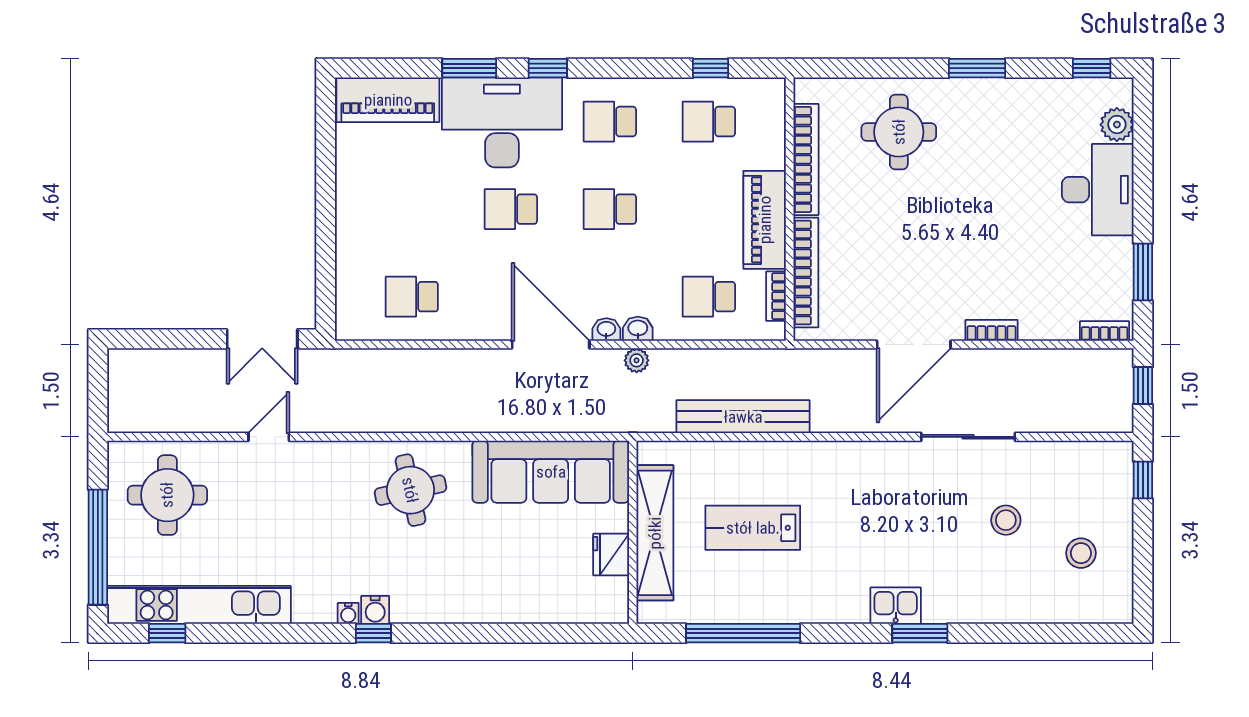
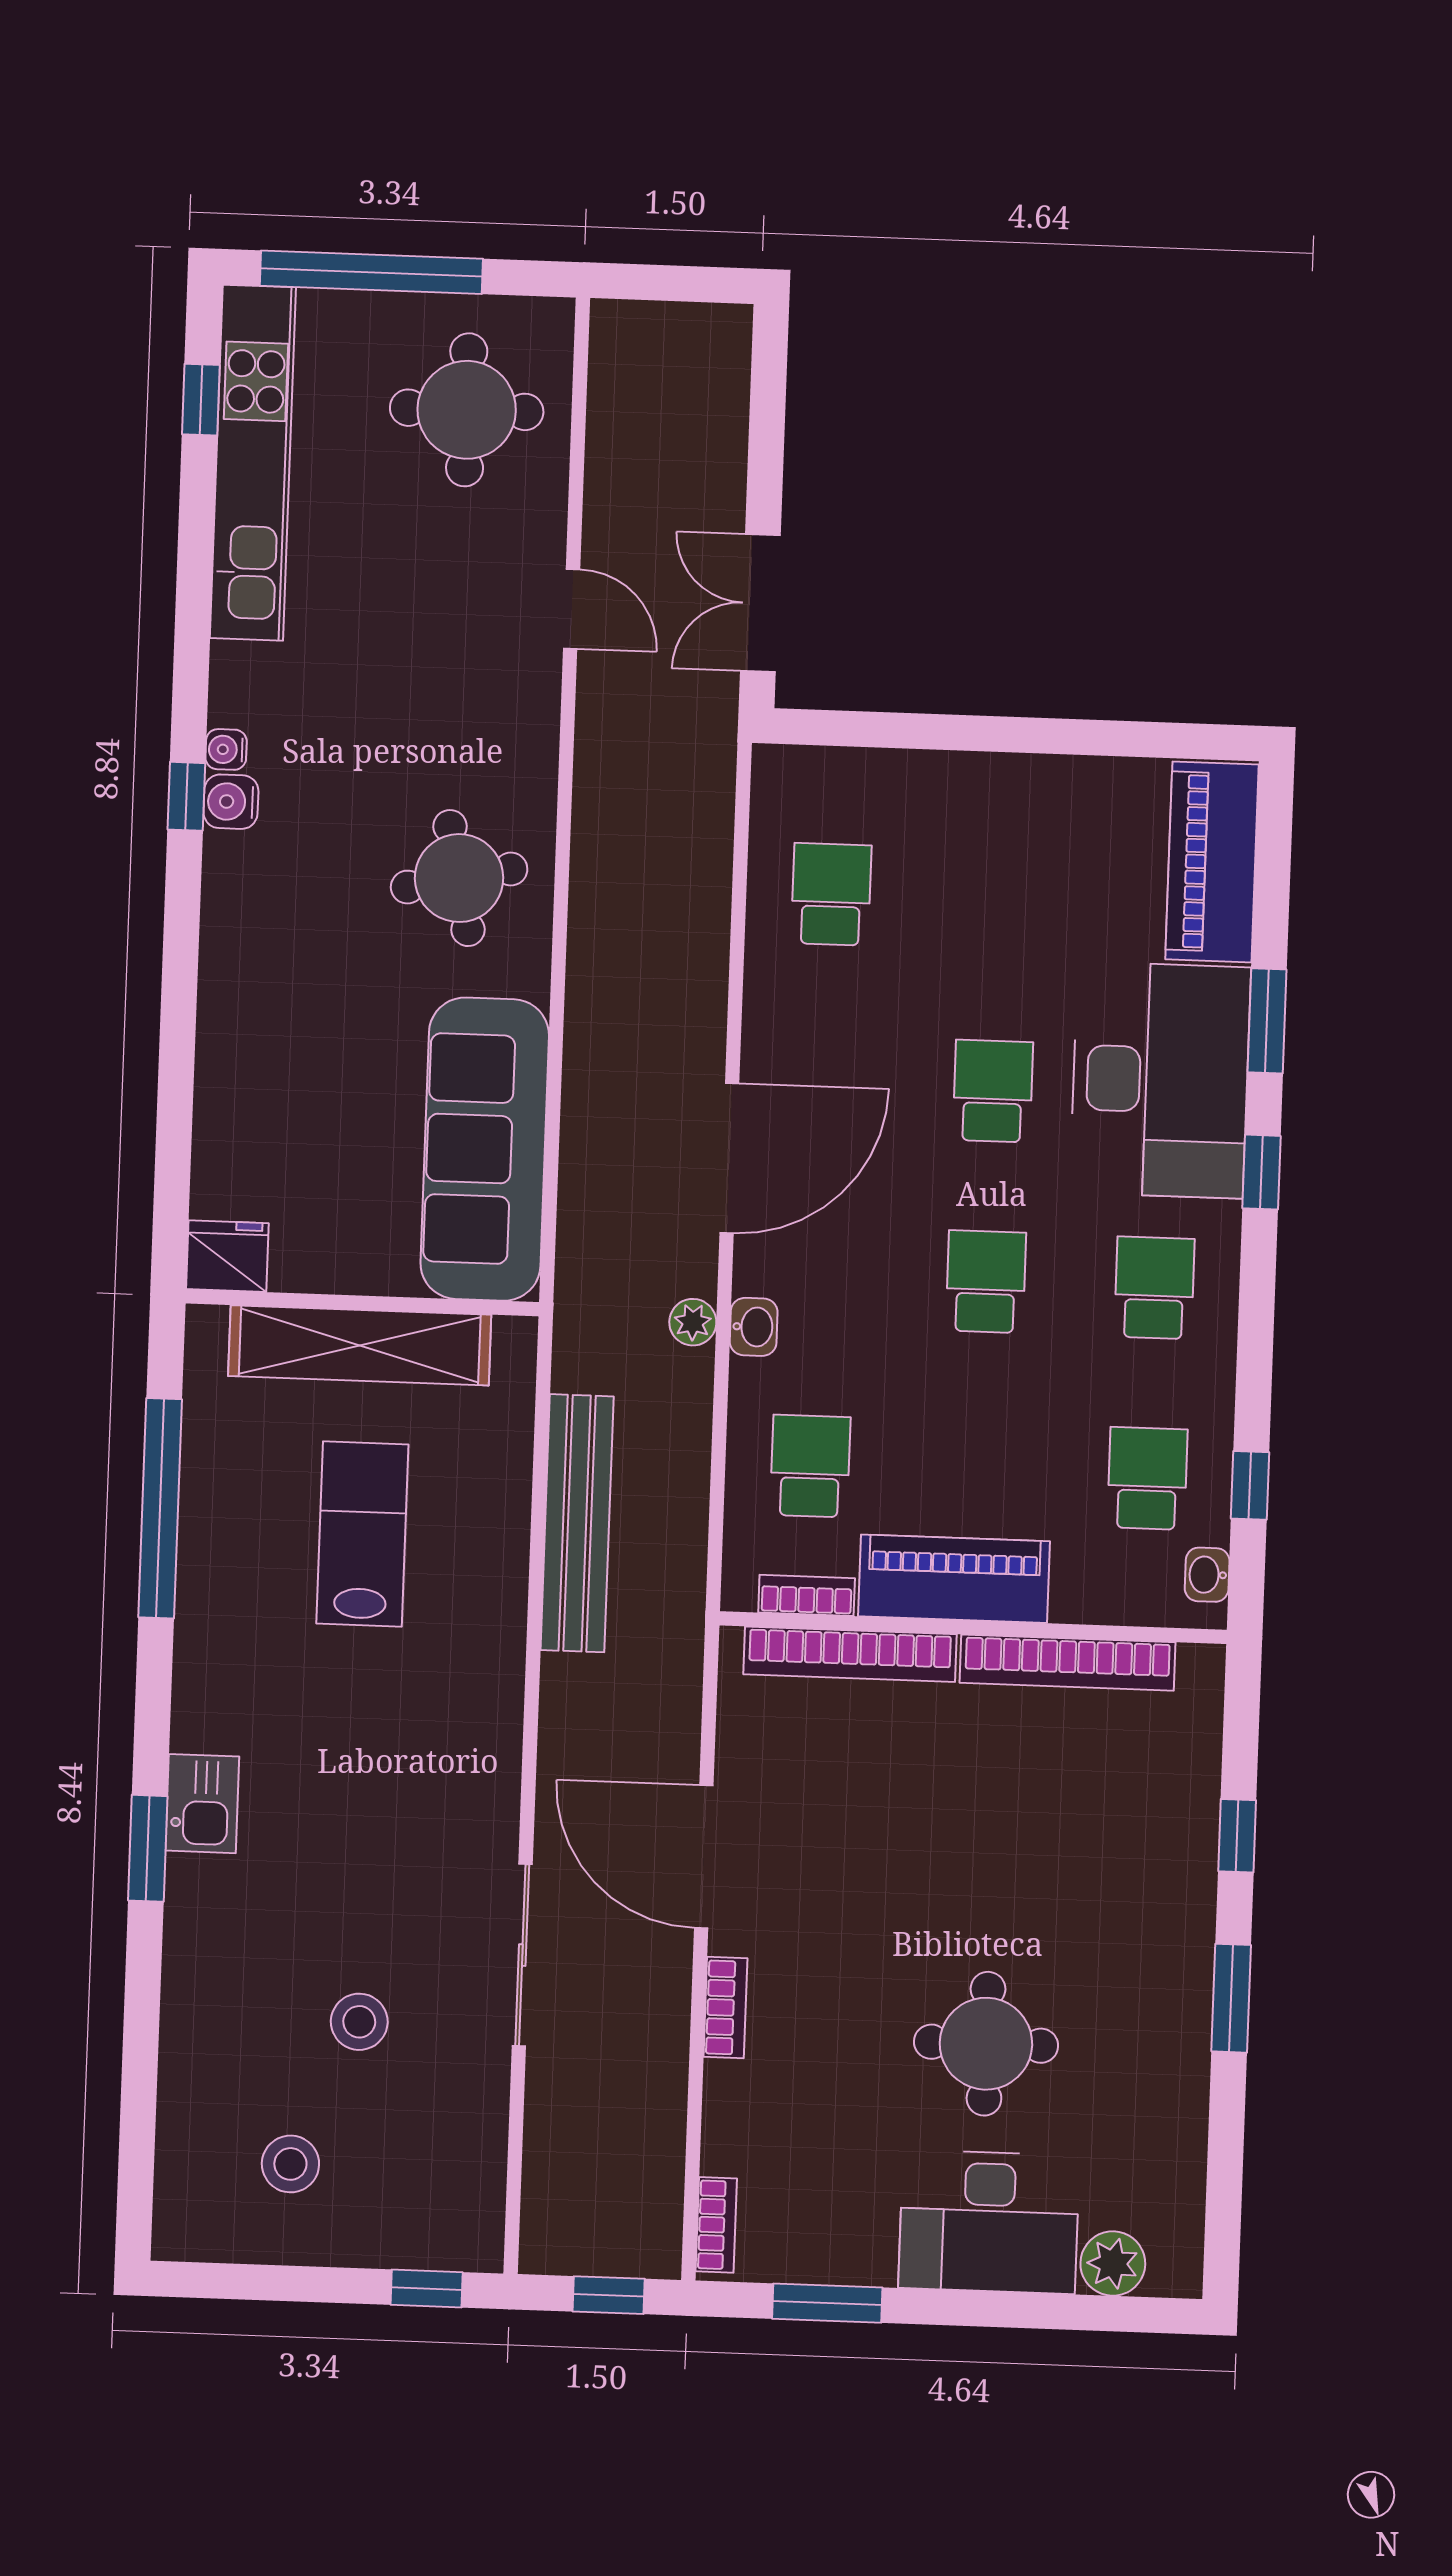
window: (1092, 68) -> (1237, 1836), moved
round table: (899, 132) -> (986, 2044), moved
washbasin: (606, 330) -> (1207, 1575), moved, turned 180
fridge: (611, 554) -> (227, 1256), moved

